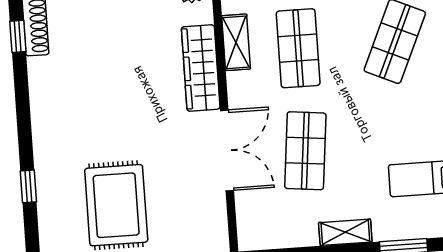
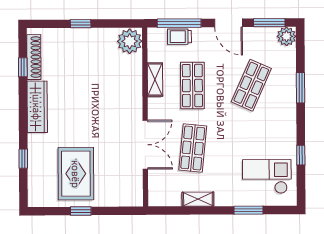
wardrobe: (201, 68) -> (37, 107), moved, turned 180
shelving: (345, 232) -> (198, 199), moved

